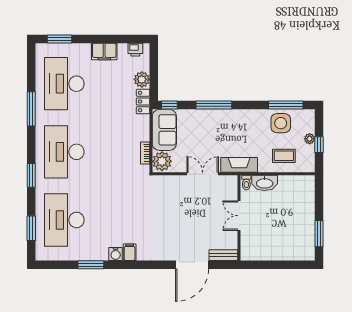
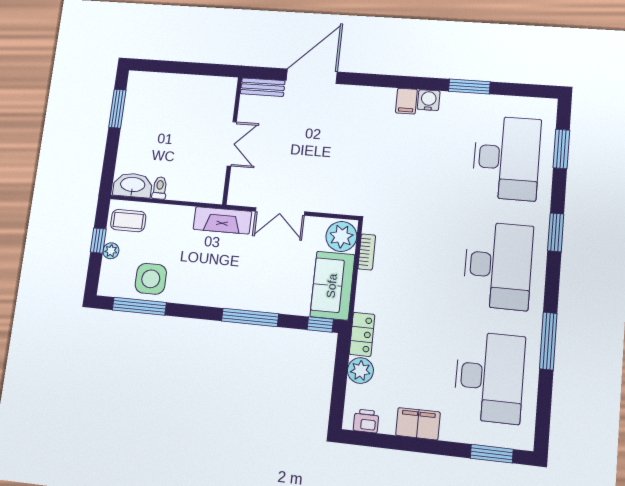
coffee table: (284, 156) -> (128, 221), moved
toilet: (246, 183) -> (160, 188), moved
washbasin: (265, 183) -> (133, 185), moved

